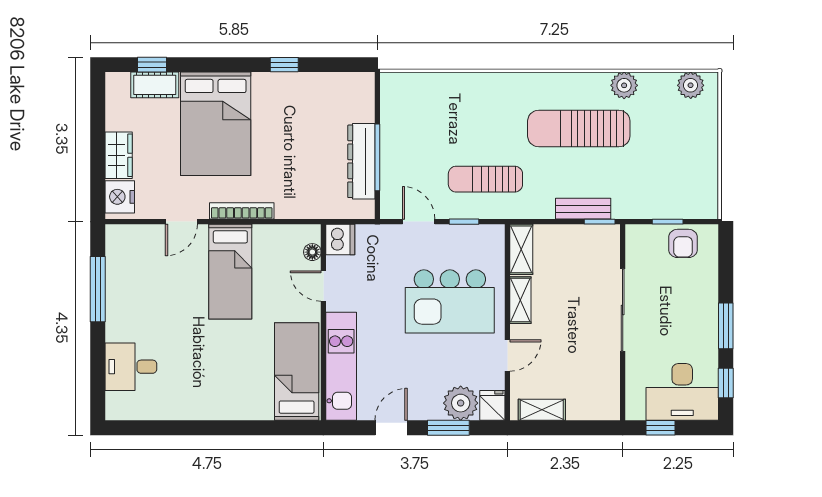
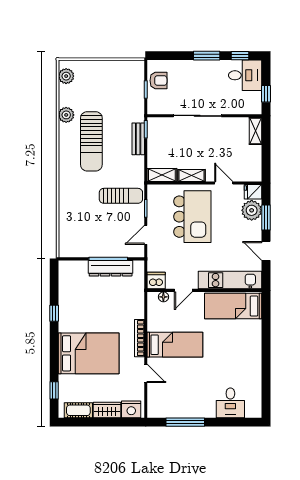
cot: (155, 85) -> (78, 410), moved, turned 90
sun lounger: (485, 179) -> (121, 196), turned -90
desk: (682, 392) -> (245, 75), width x0.73
shelving: (542, 410) -> (256, 131), moved

